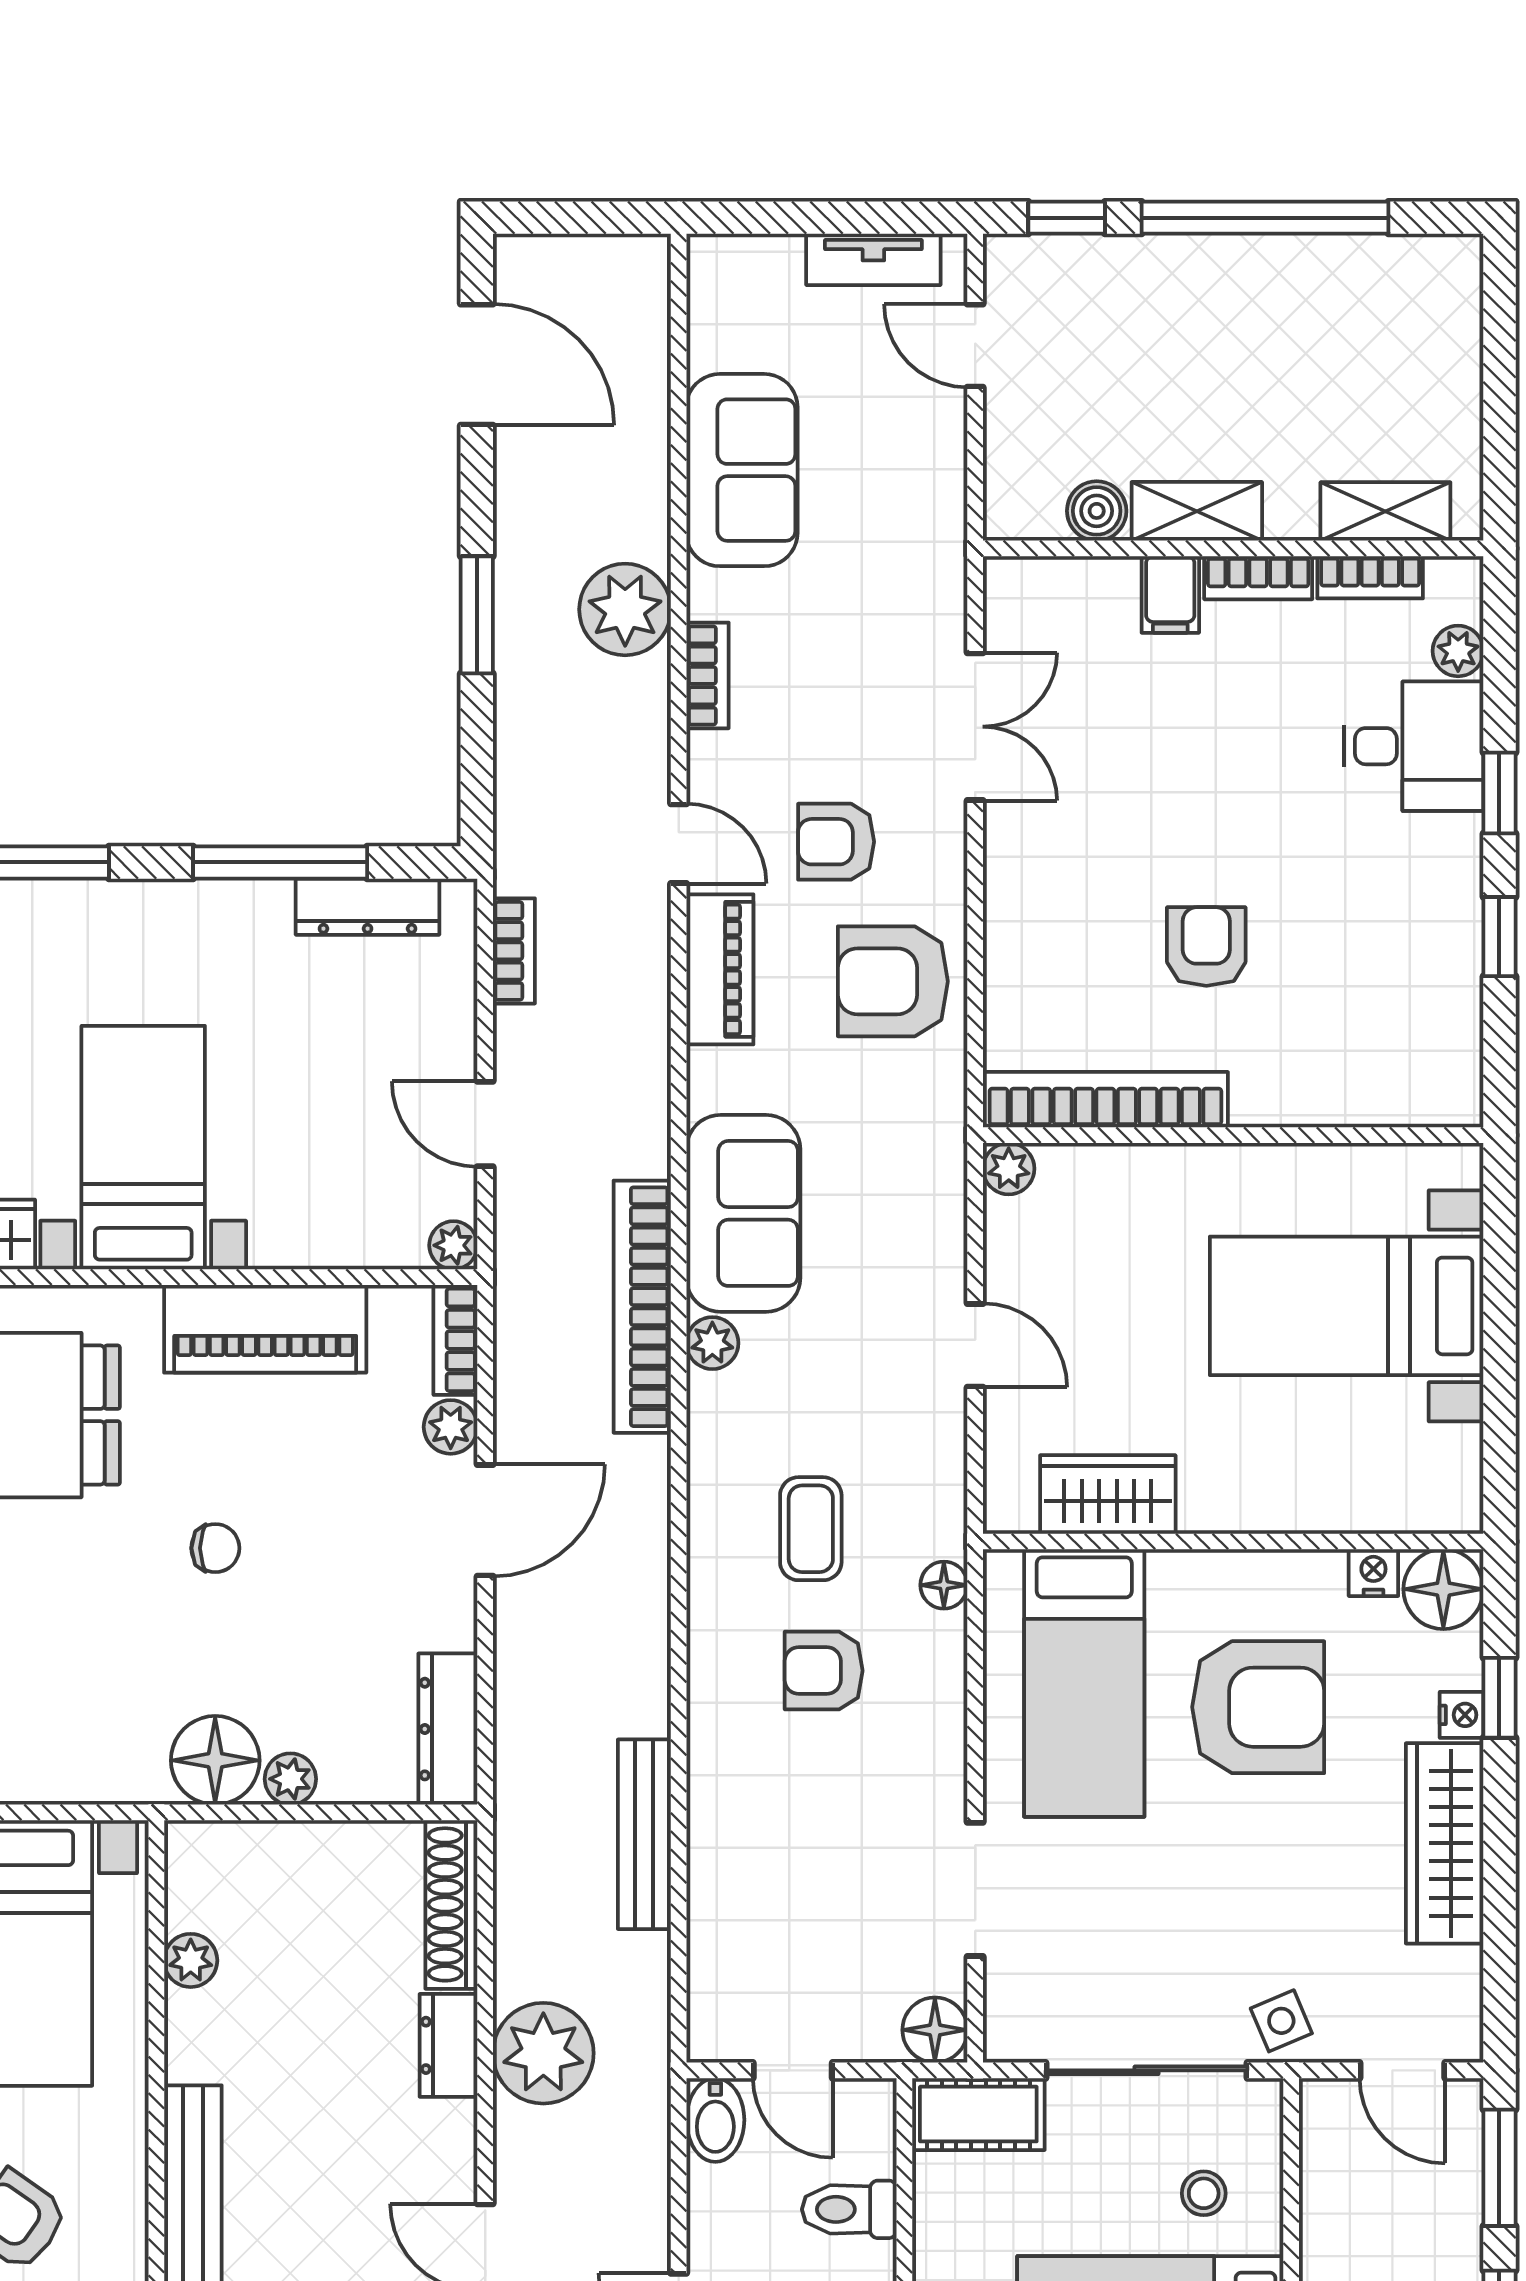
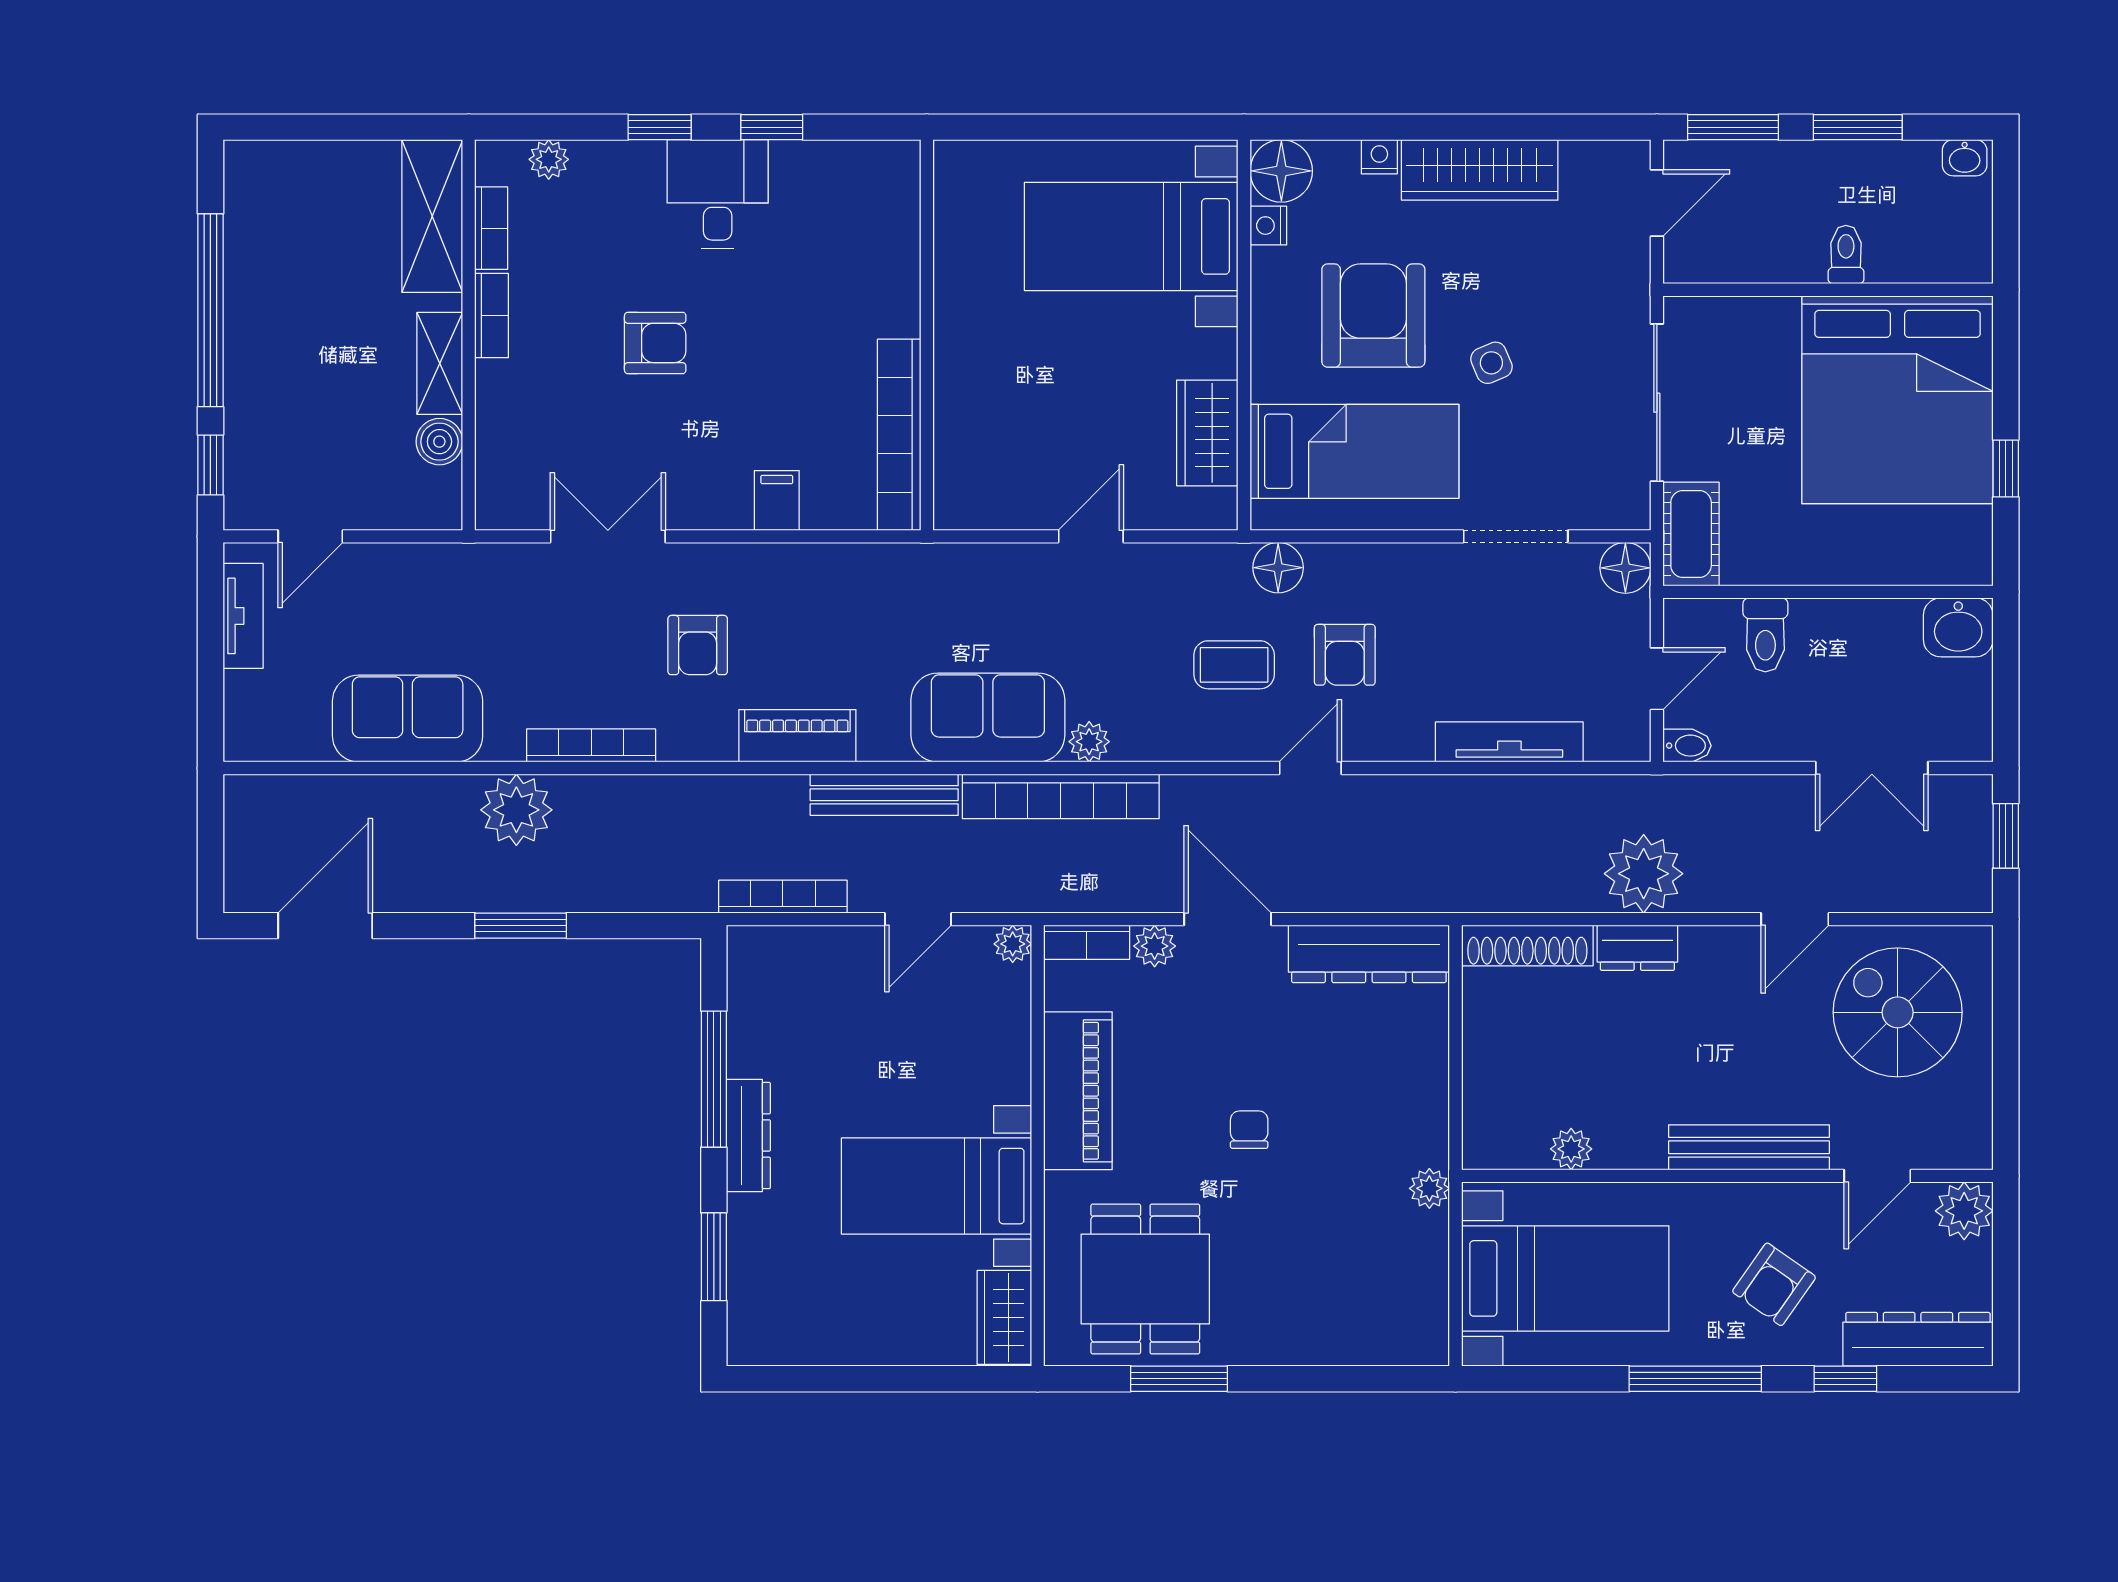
shelving: (1385, 511) -> (432, 216), width x1.50, depth x1.33
filing cabinet: (1170, 594) -> (777, 500), moved, turned -90
bookcase: (707, 675) -> (591, 745), width x1.56
desk: (1414, 746) -> (718, 194), moved
door: (679, 844) -> (1310, 768), moved
dresser: (368, 907) -> (748, 1136), moved
armchair: (1206, 946) -> (655, 343), moved, turned 180
bookcase: (514, 951) -> (783, 897), width x1.56
armchair: (893, 981) -> (807, 601), removed
plant: (1009, 1169) -> (953, 510), removed
bed with nightstands: (1347, 1306) -> (1131, 236), moved, turned 90
floor lamp: (944, 1585) -> (1278, 568), width x1.37, depth x1.37
window: (1499, 1698) -> (1366, 127), removed
dresser: (448, 1729) -> (1369, 954), width x1.37, depth x1.24
floor lamp: (215, 1760) -> (1415, 1130), removed
plant: (290, 1779) -> (1429, 1188), moved
bench: (644, 1834) -> (884, 795), moved
tv unit: (712, 1881) -> (1509, 742), added
side table: (1281, 2021) -> (1491, 363), moved
bidet: (715, 2120) -> (1687, 746), width x0.72, depth x0.74
stool: (1204, 2193) -> (1753, 358), removed

